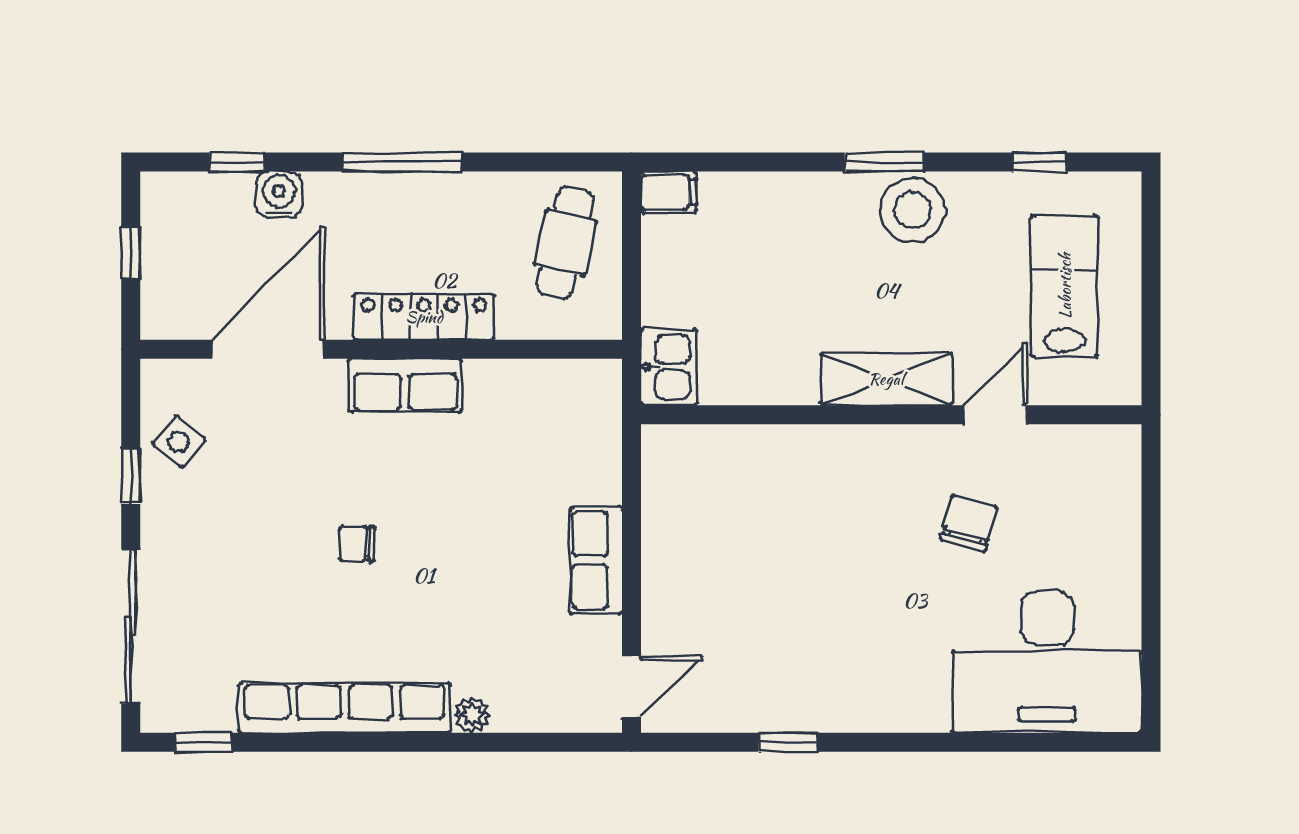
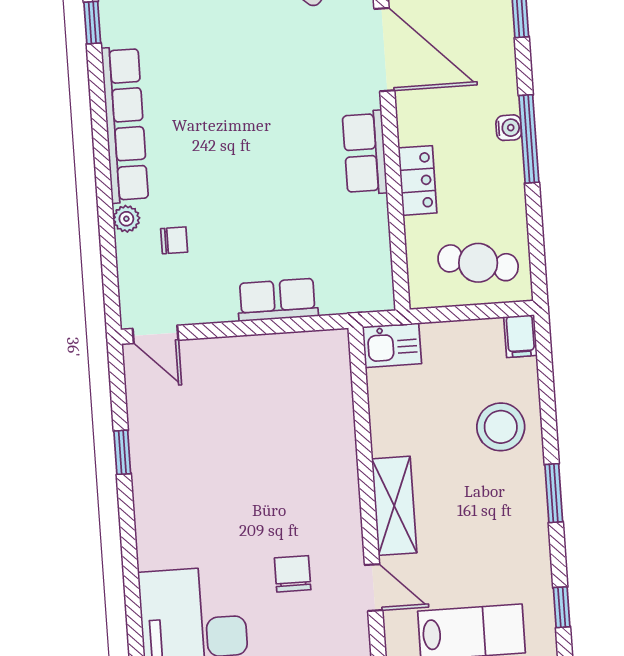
water cooler: (279, 195) -> (509, 128), moved, width x0.72, depth x0.72
stool: (912, 210) -> (501, 427), moved
locker: (424, 317) -> (418, 180), width x0.66
chair: (969, 523) -> (293, 574), turned -105
chair: (357, 544) -> (174, 240), moved, turned 90
row of seats: (596, 560) -> (277, 300), moved

